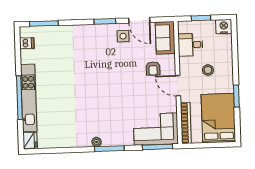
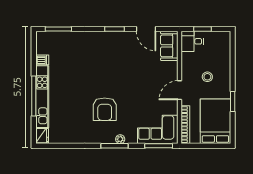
nightstand: (224, 27) -> (223, 38), removed
side table: (123, 36) -> (131, 43), removed
dishwasher: (27, 43) -> (42, 60), moved
desk: (190, 45) -> (192, 41), moved
armchair: (153, 68) -> (105, 109), moved, width x1.88, depth x1.88
door: (178, 86) -> (179, 90), hinge flipped
plant: (97, 142) -> (120, 139), moved

